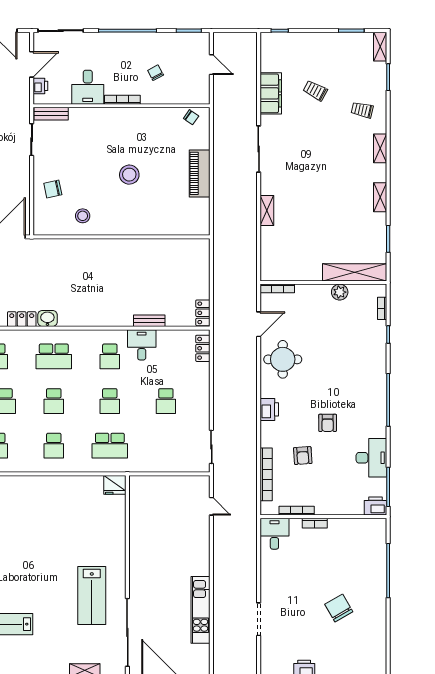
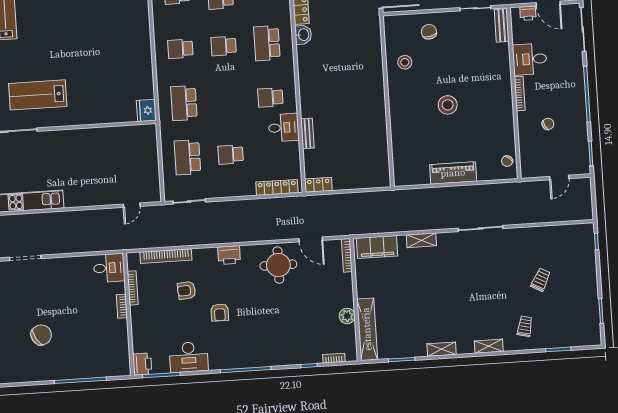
shelving: (380, 47) -> (587, 340), removed
filing cabinet: (271, 93) -> (377, 247), moved
locker: (203, 348) -> (277, 187), width x1.53
school desk: (110, 401) -> (187, 157), moved, width x1.85
armchair: (328, 423) -> (220, 312), turned -90

